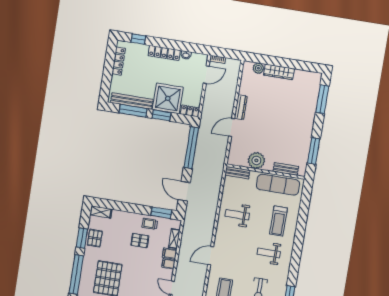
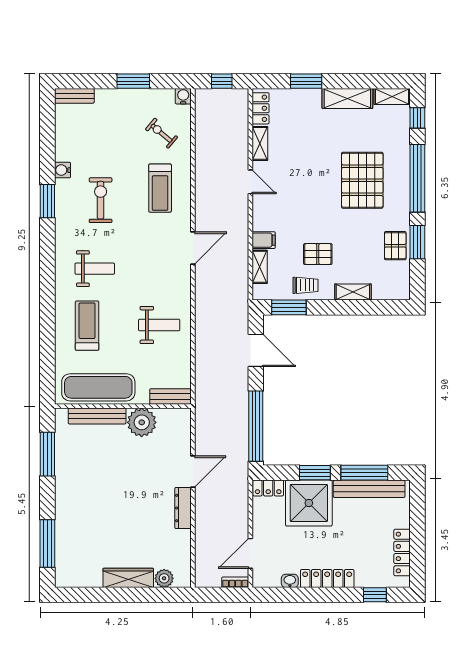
bench: (286, 169) -> (97, 416), width x1.36
shelving: (101, 212) -> (353, 292), moved
filing cabinet: (168, 264) -> (263, 222), removed

